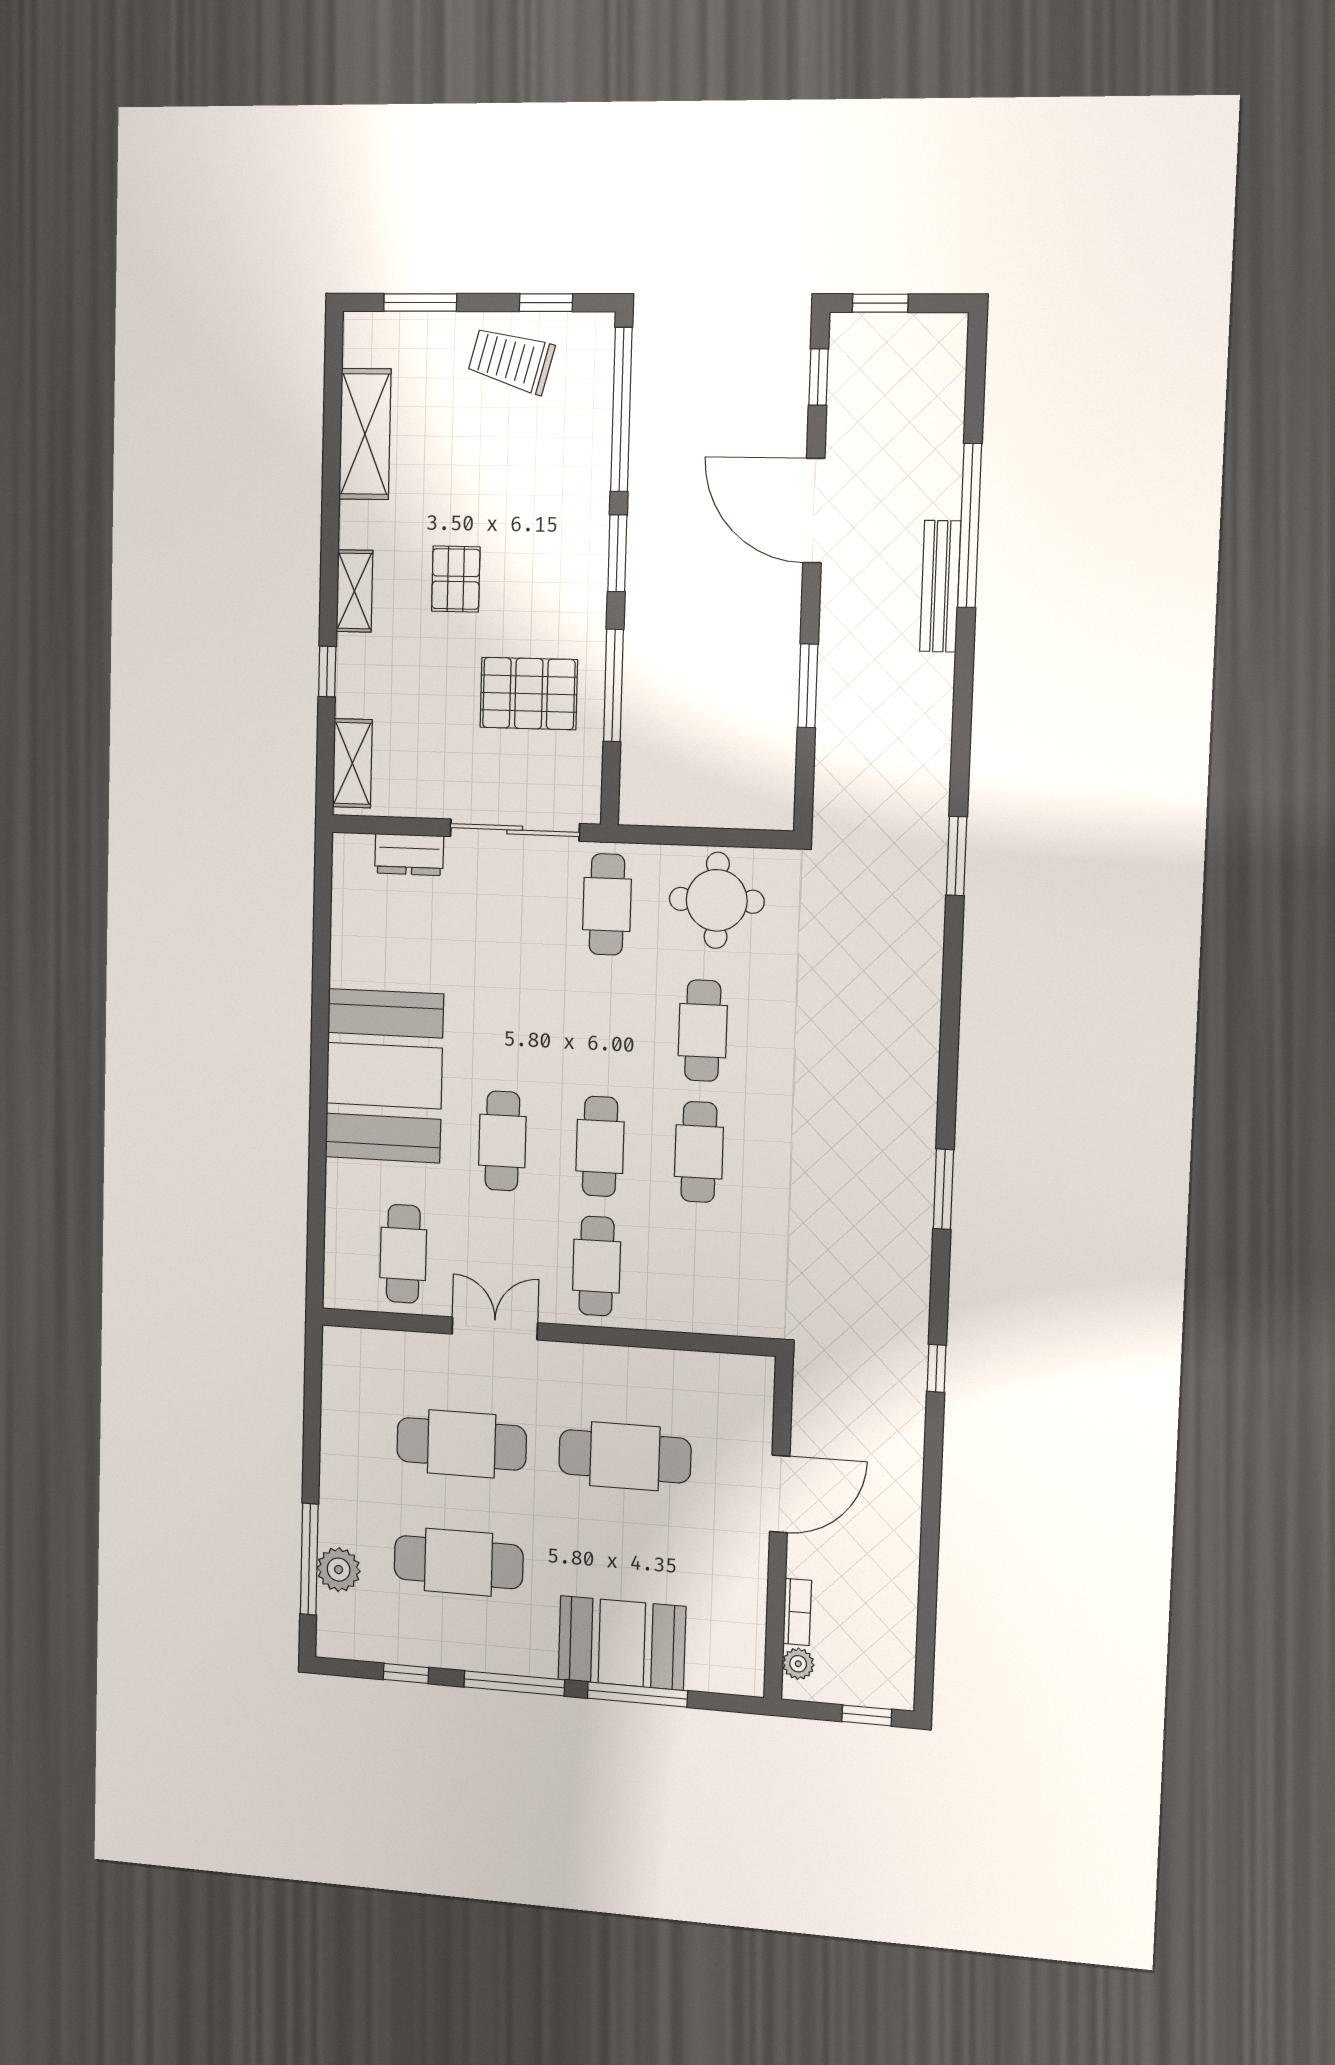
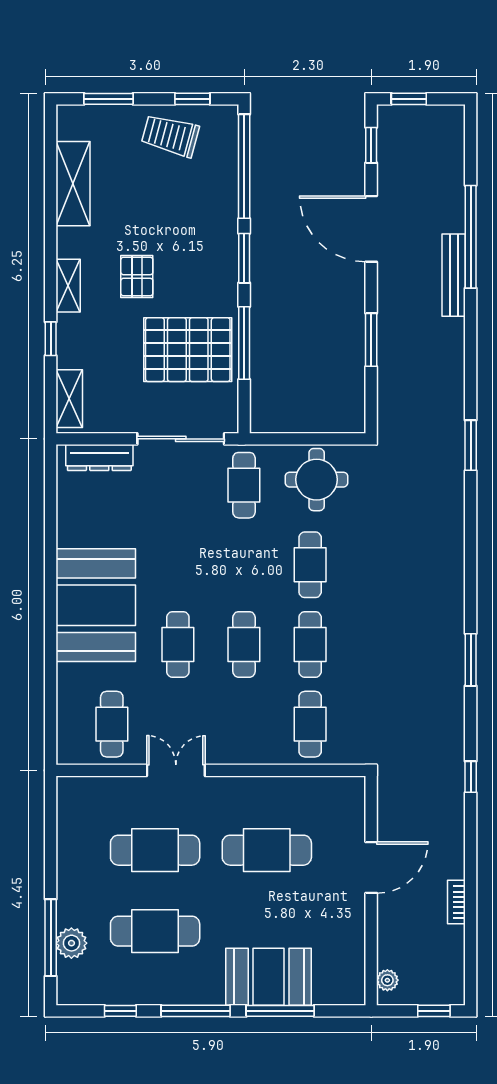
pallet: (529, 694) -> (188, 350), width x1.37, depth x1.41
dresser: (409, 855) -> (99, 457), width x1.44
cafe table: (597, 1266) -> (310, 724), moved
bookcase: (797, 1612) -> (456, 902), moved, turned 180

